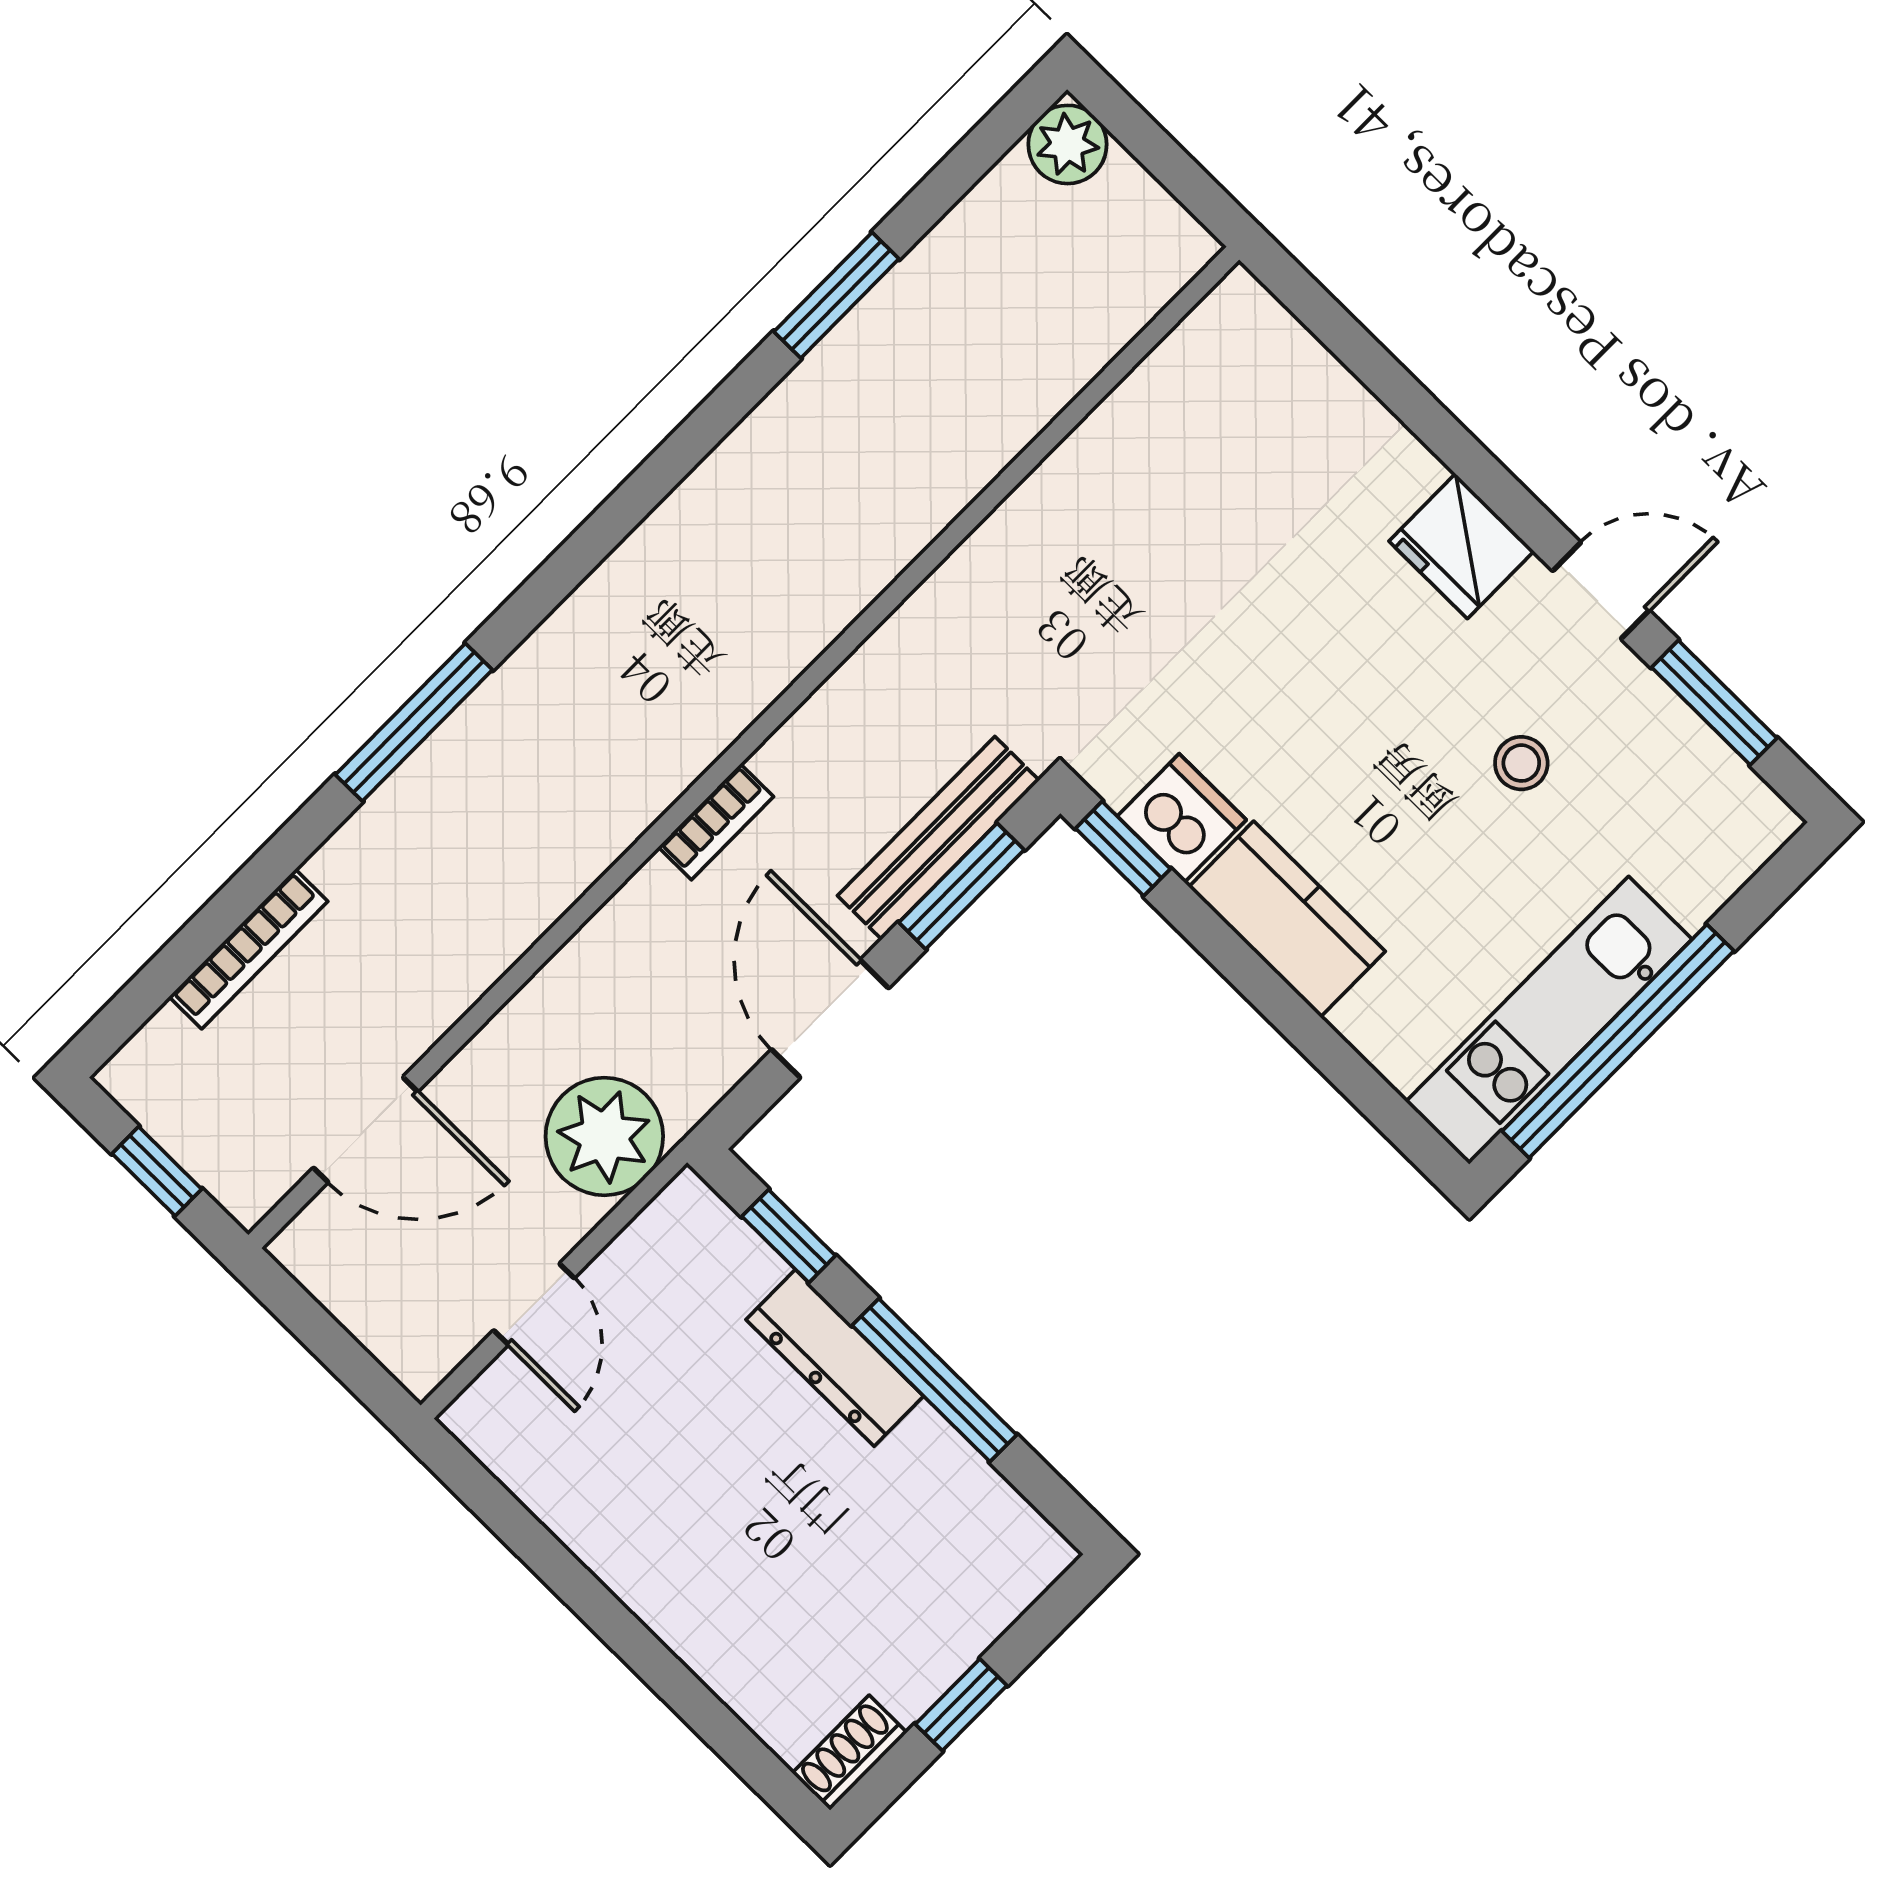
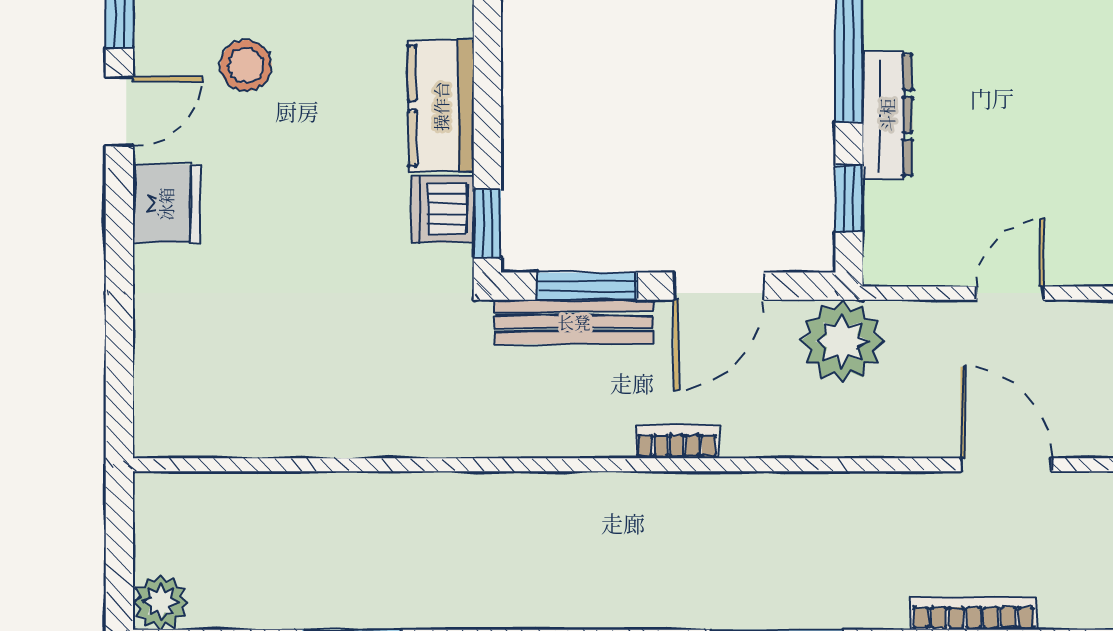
door: (1601, 591) -> (119, 111), swing flipped
stool: (1521, 763) -> (246, 66), width x1.37, depth x1.37
plant: (604, 1136) -> (842, 341), moved

